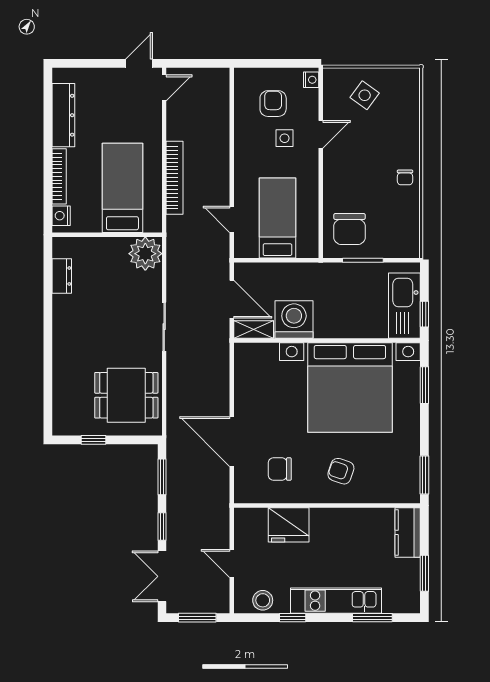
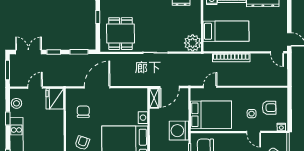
bed: (277, 218) -> (211, 115), width x1.50
washing machine: (294, 320) -> (179, 131), moved, turned 180
fridge: (289, 525) -> (55, 99), moved

